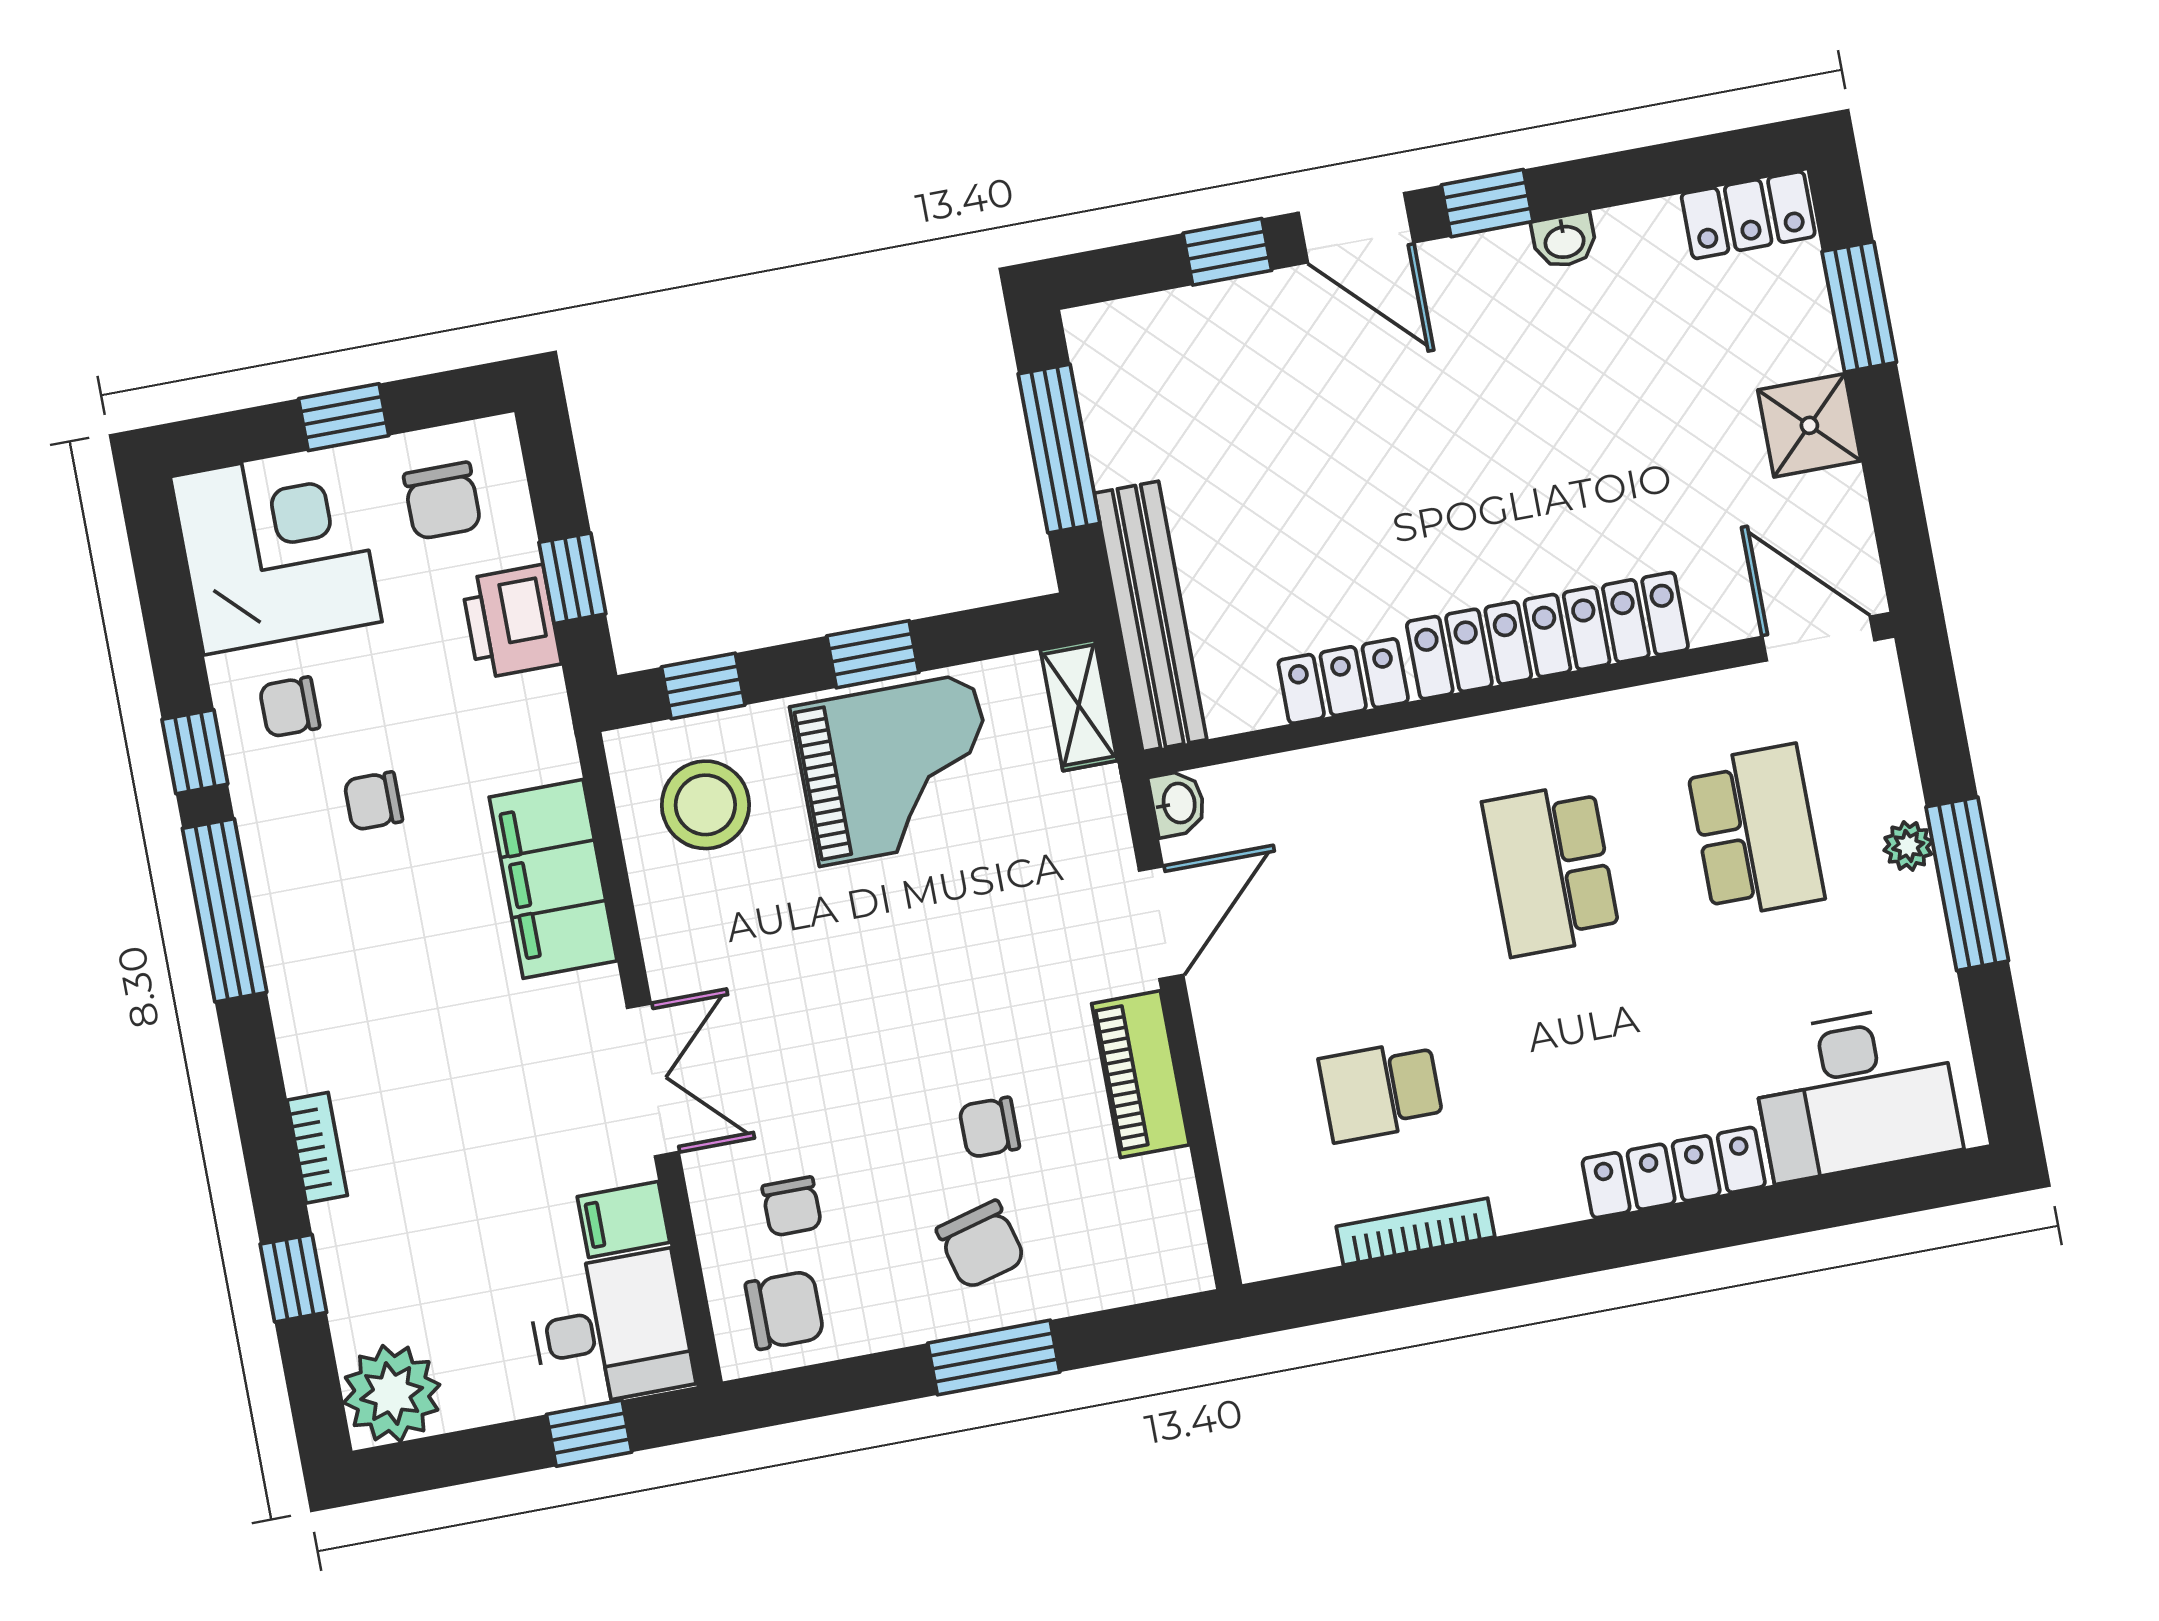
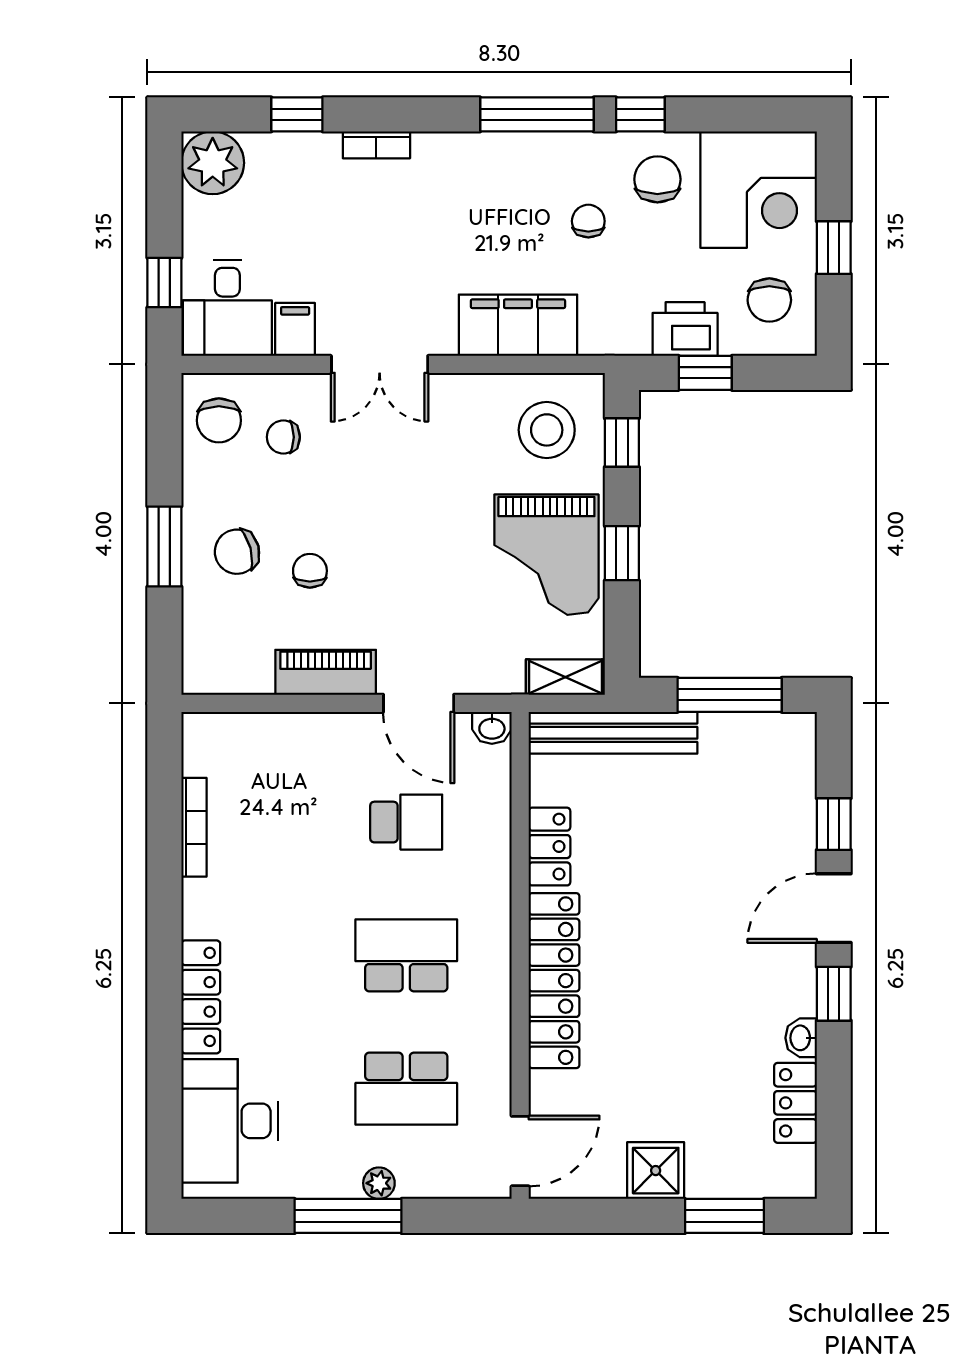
locker: (1748, 215) -> (795, 1103), moved
chair: (442, 501) -> (769, 300), turned -90
chair: (290, 707) -> (657, 179), width x1.37, depth x1.37
school desk: (1381, 1091) -> (406, 822), moved, turned 90

